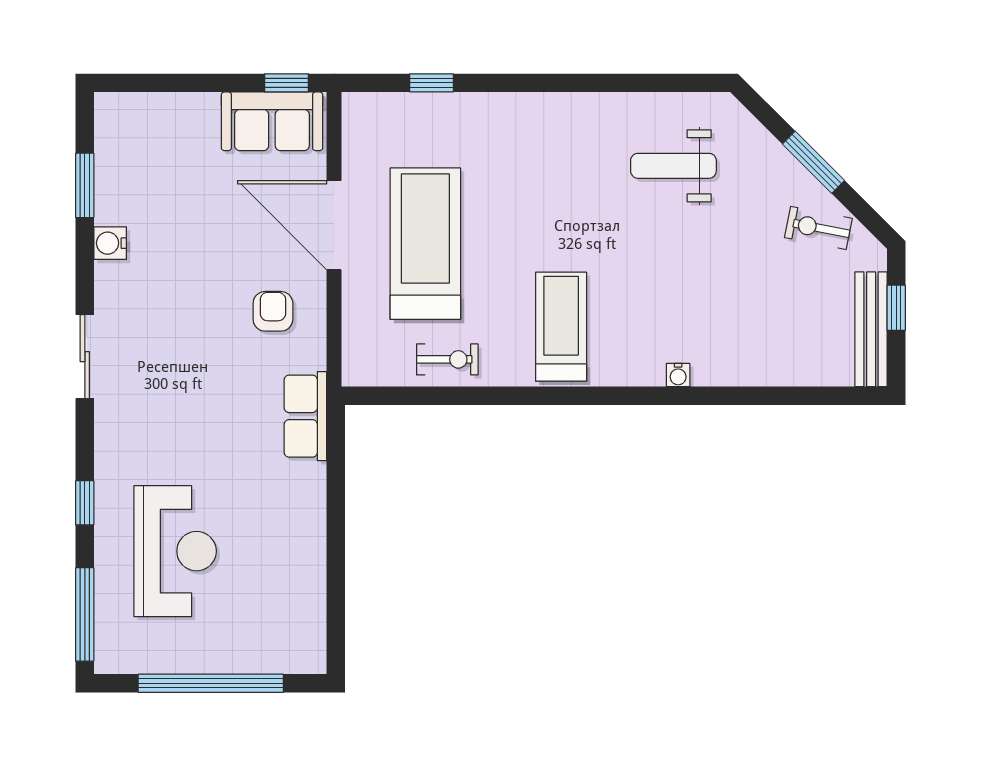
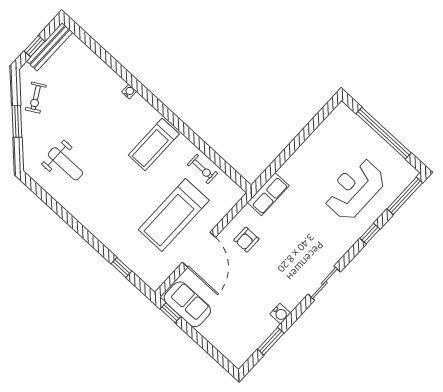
exercise bike: (818, 228) -> (36, 98), turned 49
exercise bike: (447, 359) -> (202, 169), turned 180

